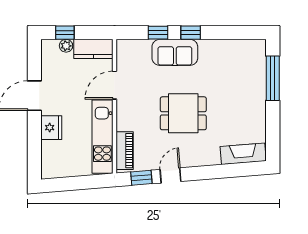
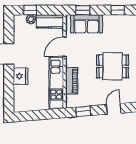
window: (158, 33) -> (83, 10), moved
sofa: (175, 52) -> (87, 24), moved
piano: (125, 151) -> (72, 81), moved
door: (170, 175) -> (114, 109), moved

